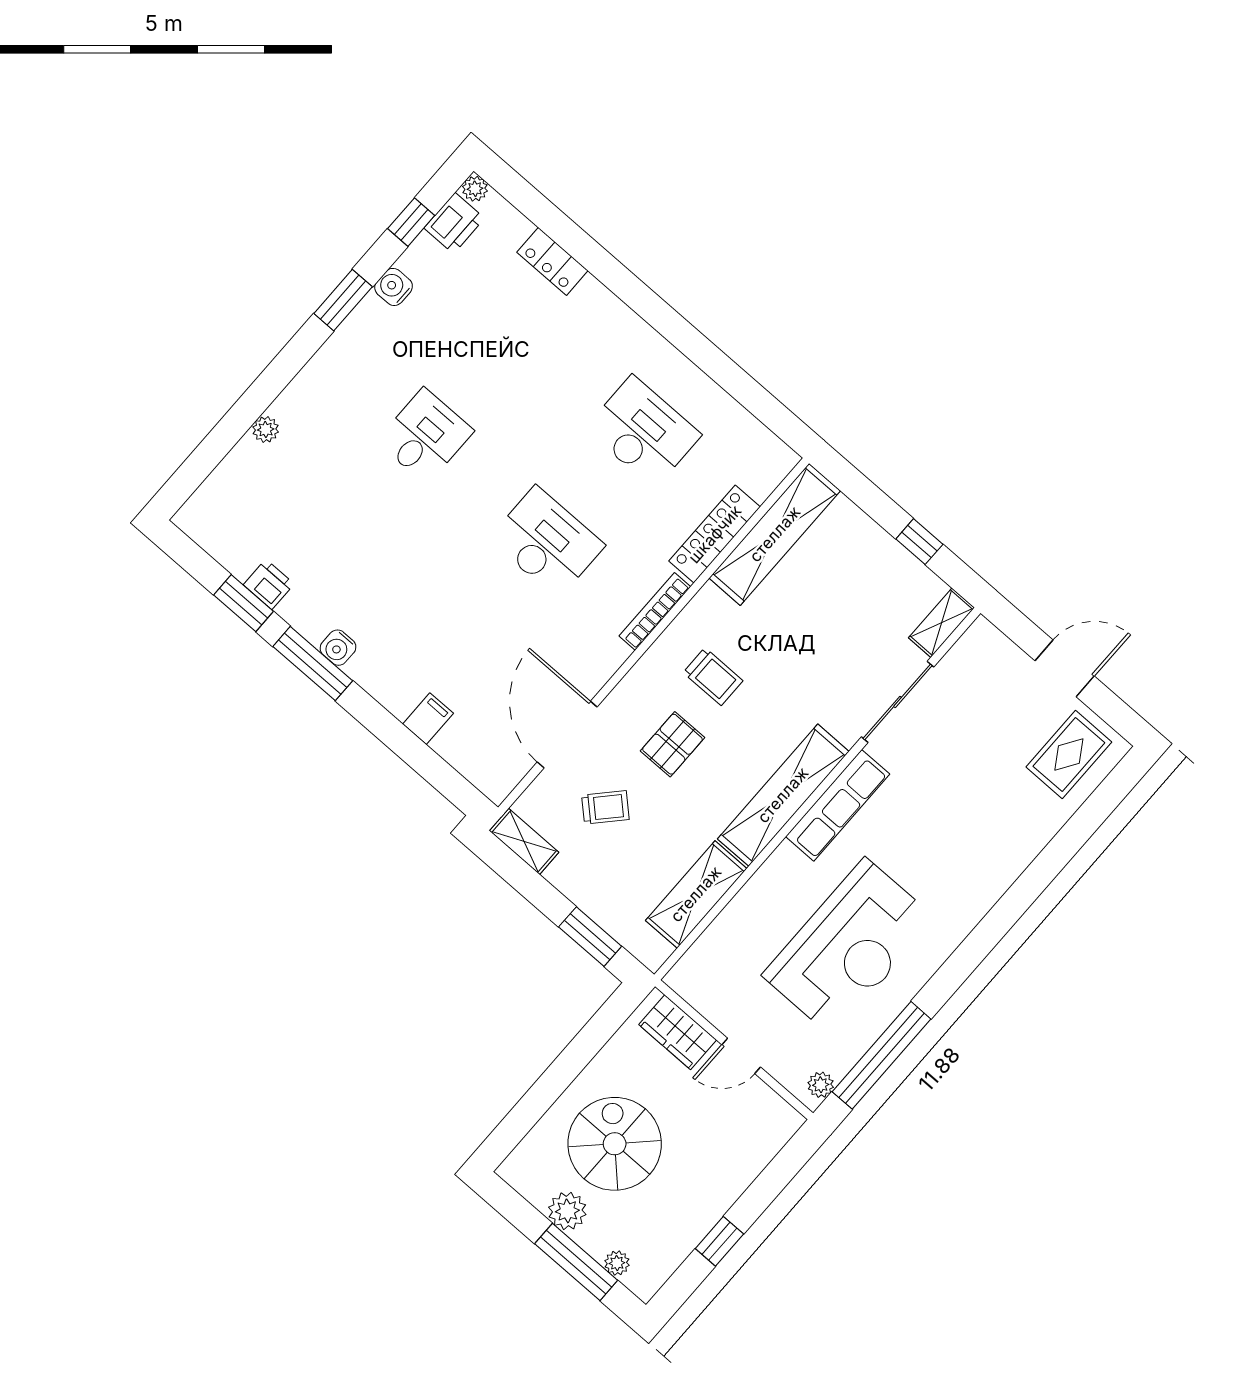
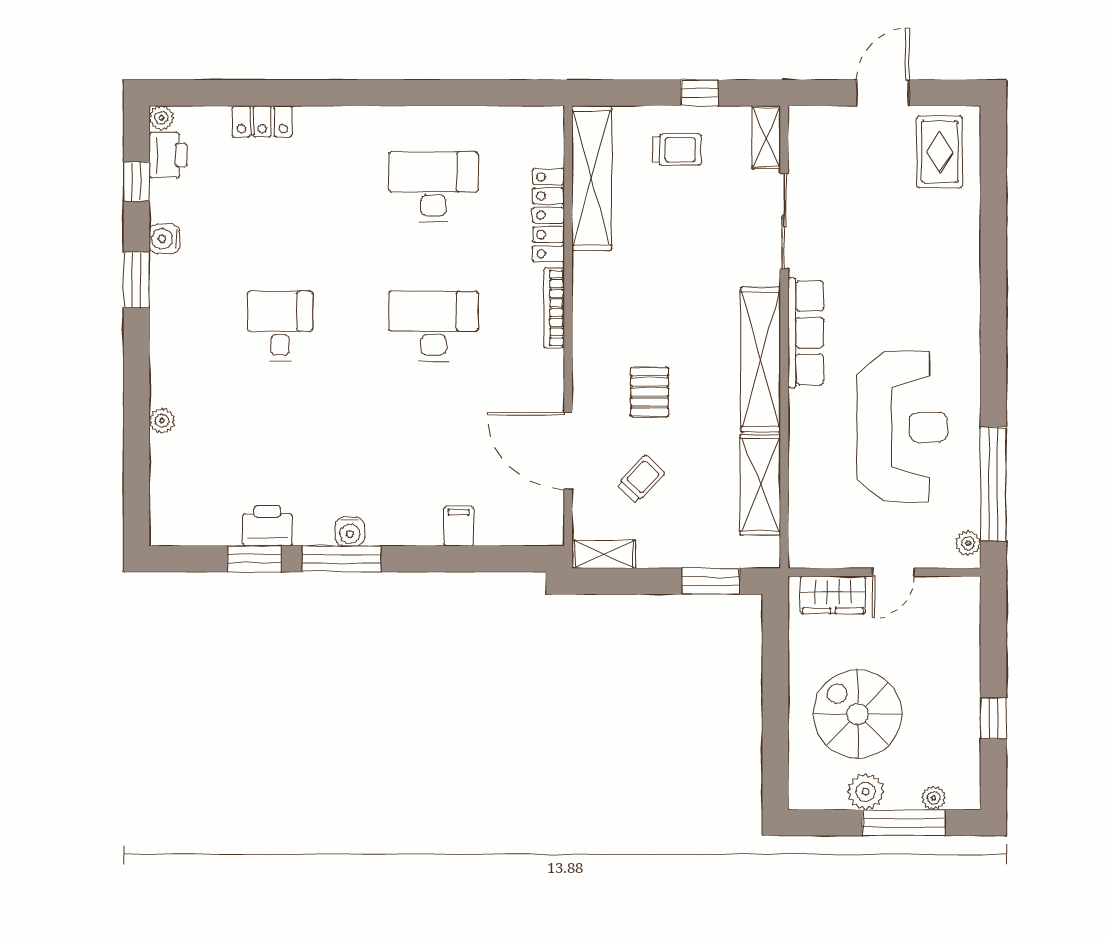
printer: (269, 584) -> (267, 526), width x1.36, depth x1.24
trolley: (713, 677) -> (677, 150), moved

